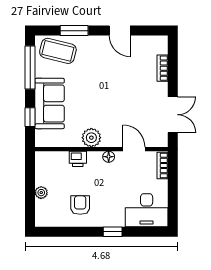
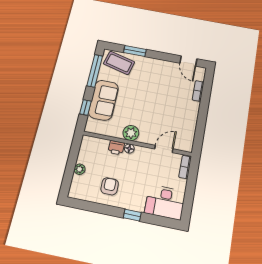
door: (120, 31) -> (188, 61), moved
double door: (173, 115) -> (200, 128), removed
door: (134, 149) -> (164, 149), hinge flipped
floor lamp: (109, 157) -> (129, 149), moved

